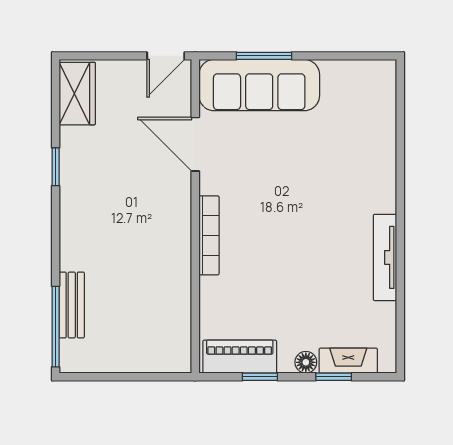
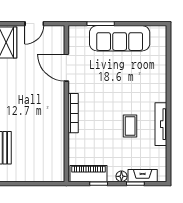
door: (166, 56) -> (34, 24), moved
sofa: (259, 85) -> (120, 38), moved
coffee table: (323, 261) -> (130, 126), added

